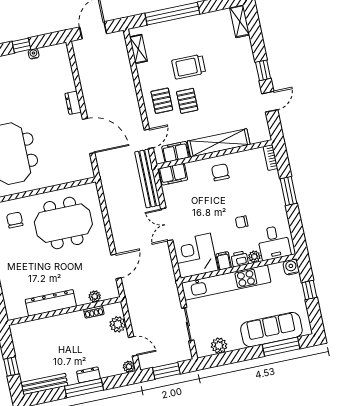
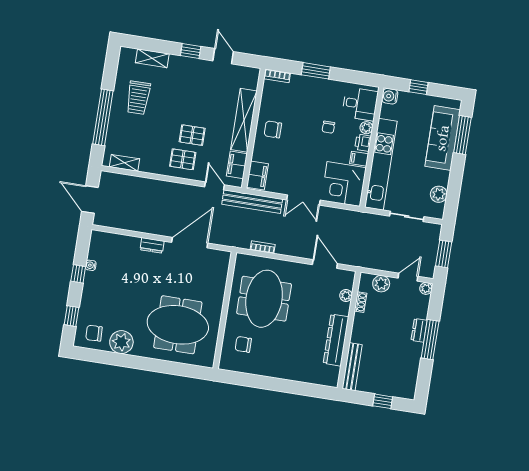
shelving: (240, 21) -> (152, 58), moved
trolley: (189, 67) -> (138, 98), moved
bookcase: (110, 204) -> (263, 247), added
bench: (44, 384) -> (352, 367), moved

